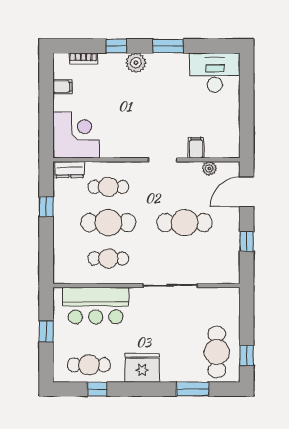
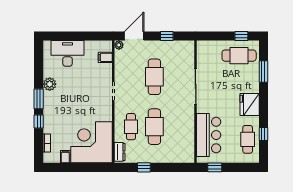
window: (168, 46) -> (39, 99), moved
plant: (136, 63) -> (50, 84), moved
desk: (215, 72) -> (67, 53), moved, turned 90
corner desk: (76, 135) -> (91, 142), width x1.36, depth x1.36
filing cabinet: (196, 148) -> (105, 57), moved
plant: (209, 168) -> (119, 45), moved
door: (247, 192) -> (134, 36), swing flipped
cafe table: (108, 258) -> (178, 127), removed
window: (46, 331) -> (215, 167), moved

